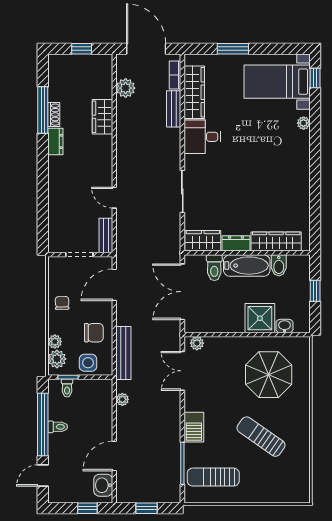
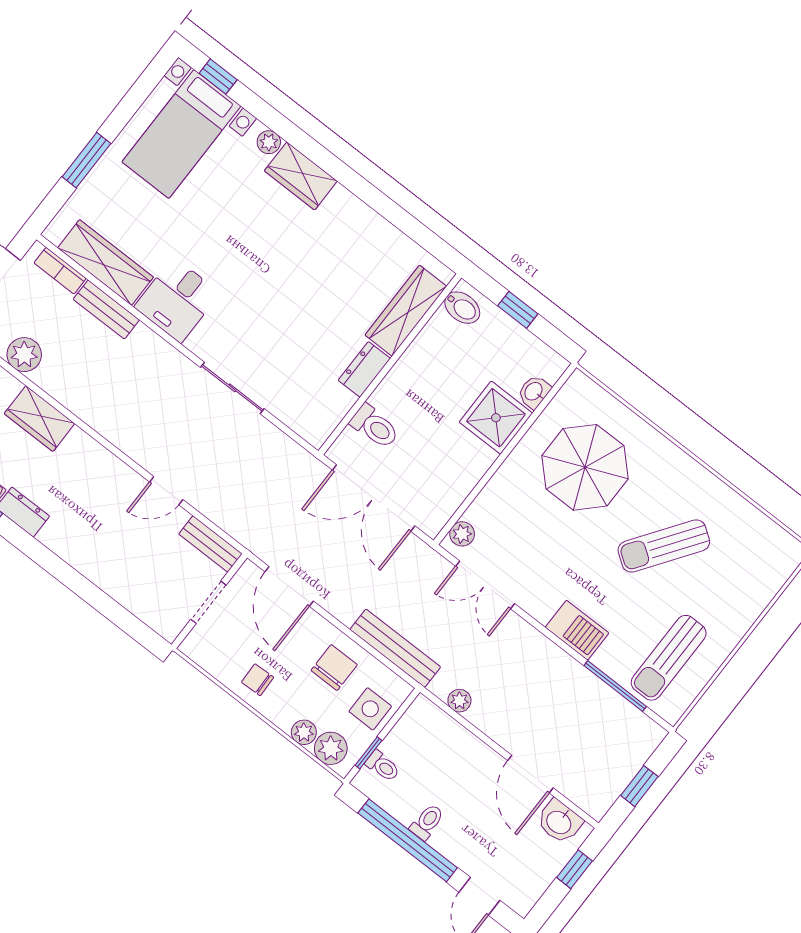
wardrobe: (203, 241) -> (301, 176), moved, turned -90
bidet: (279, 265) -> (462, 308), moved
bathtub: (247, 266) -> (407, 378), removed

